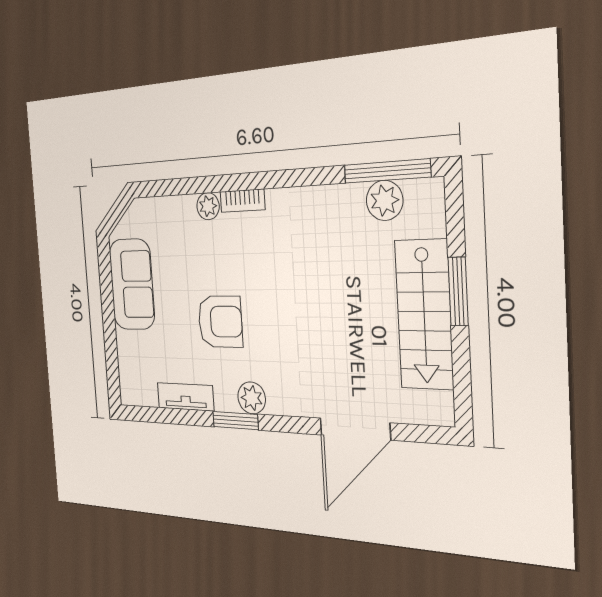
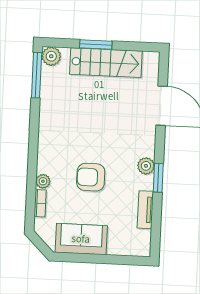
plant: (385, 200) -> (51, 56), moved
bookcase: (242, 201) -> (40, 203), moved
armchair: (220, 322) -> (91, 177), moved, turned -90

